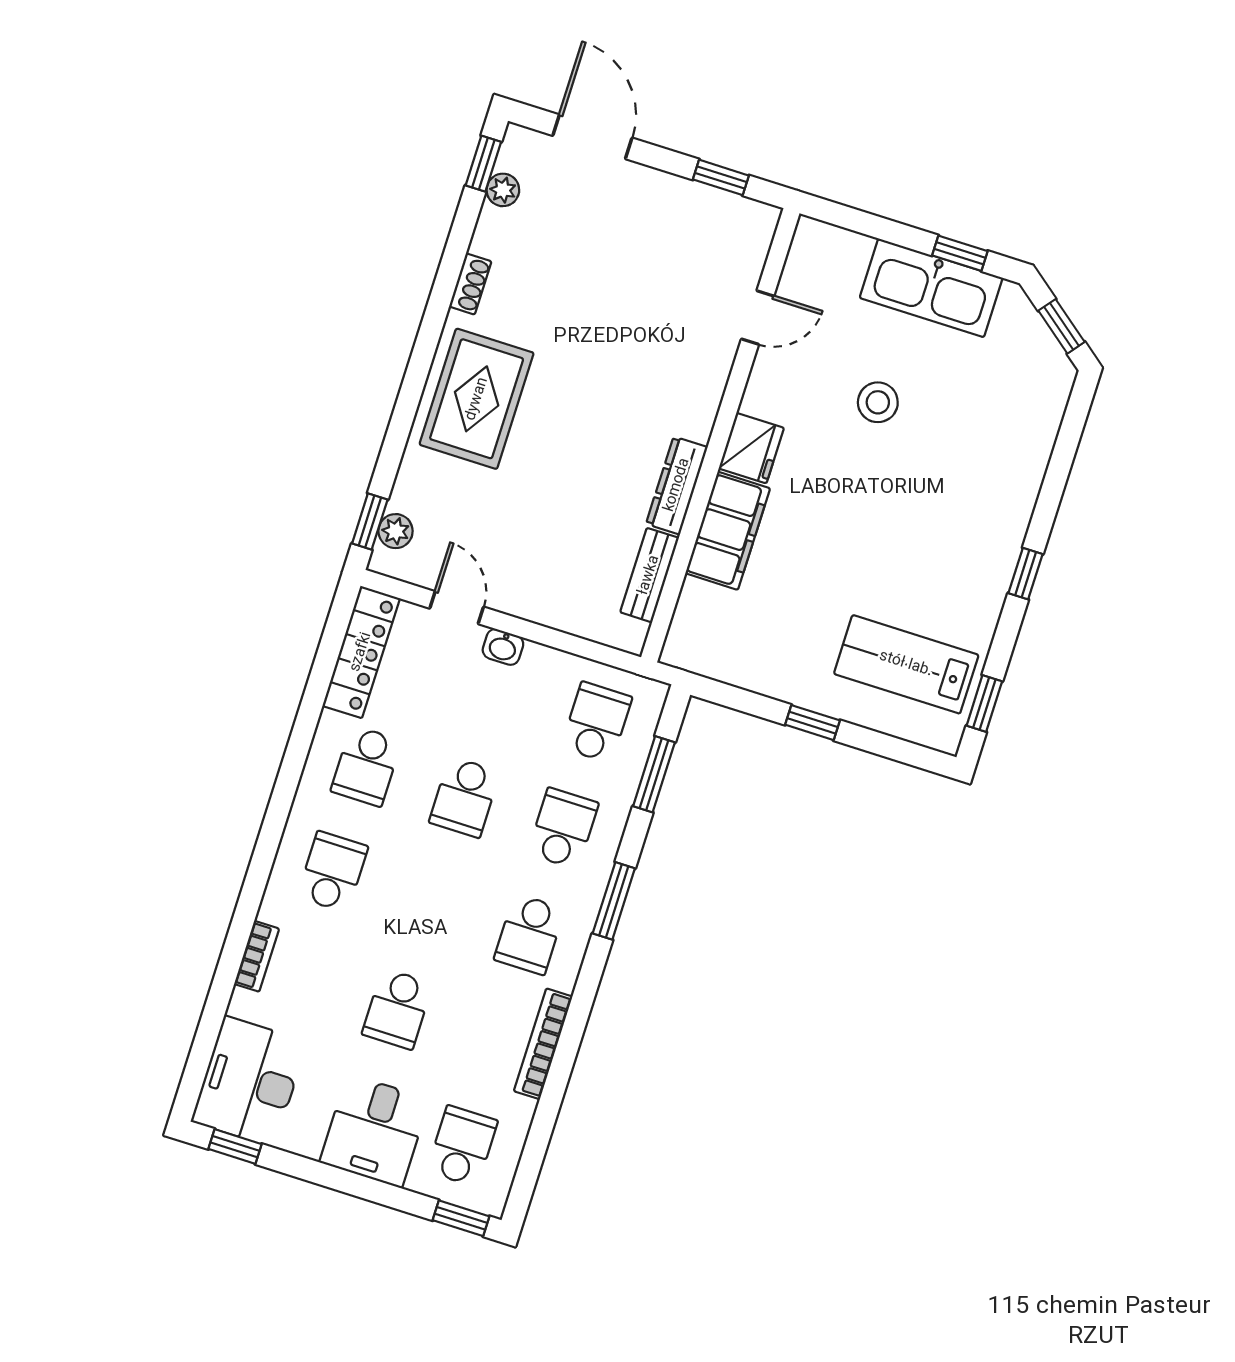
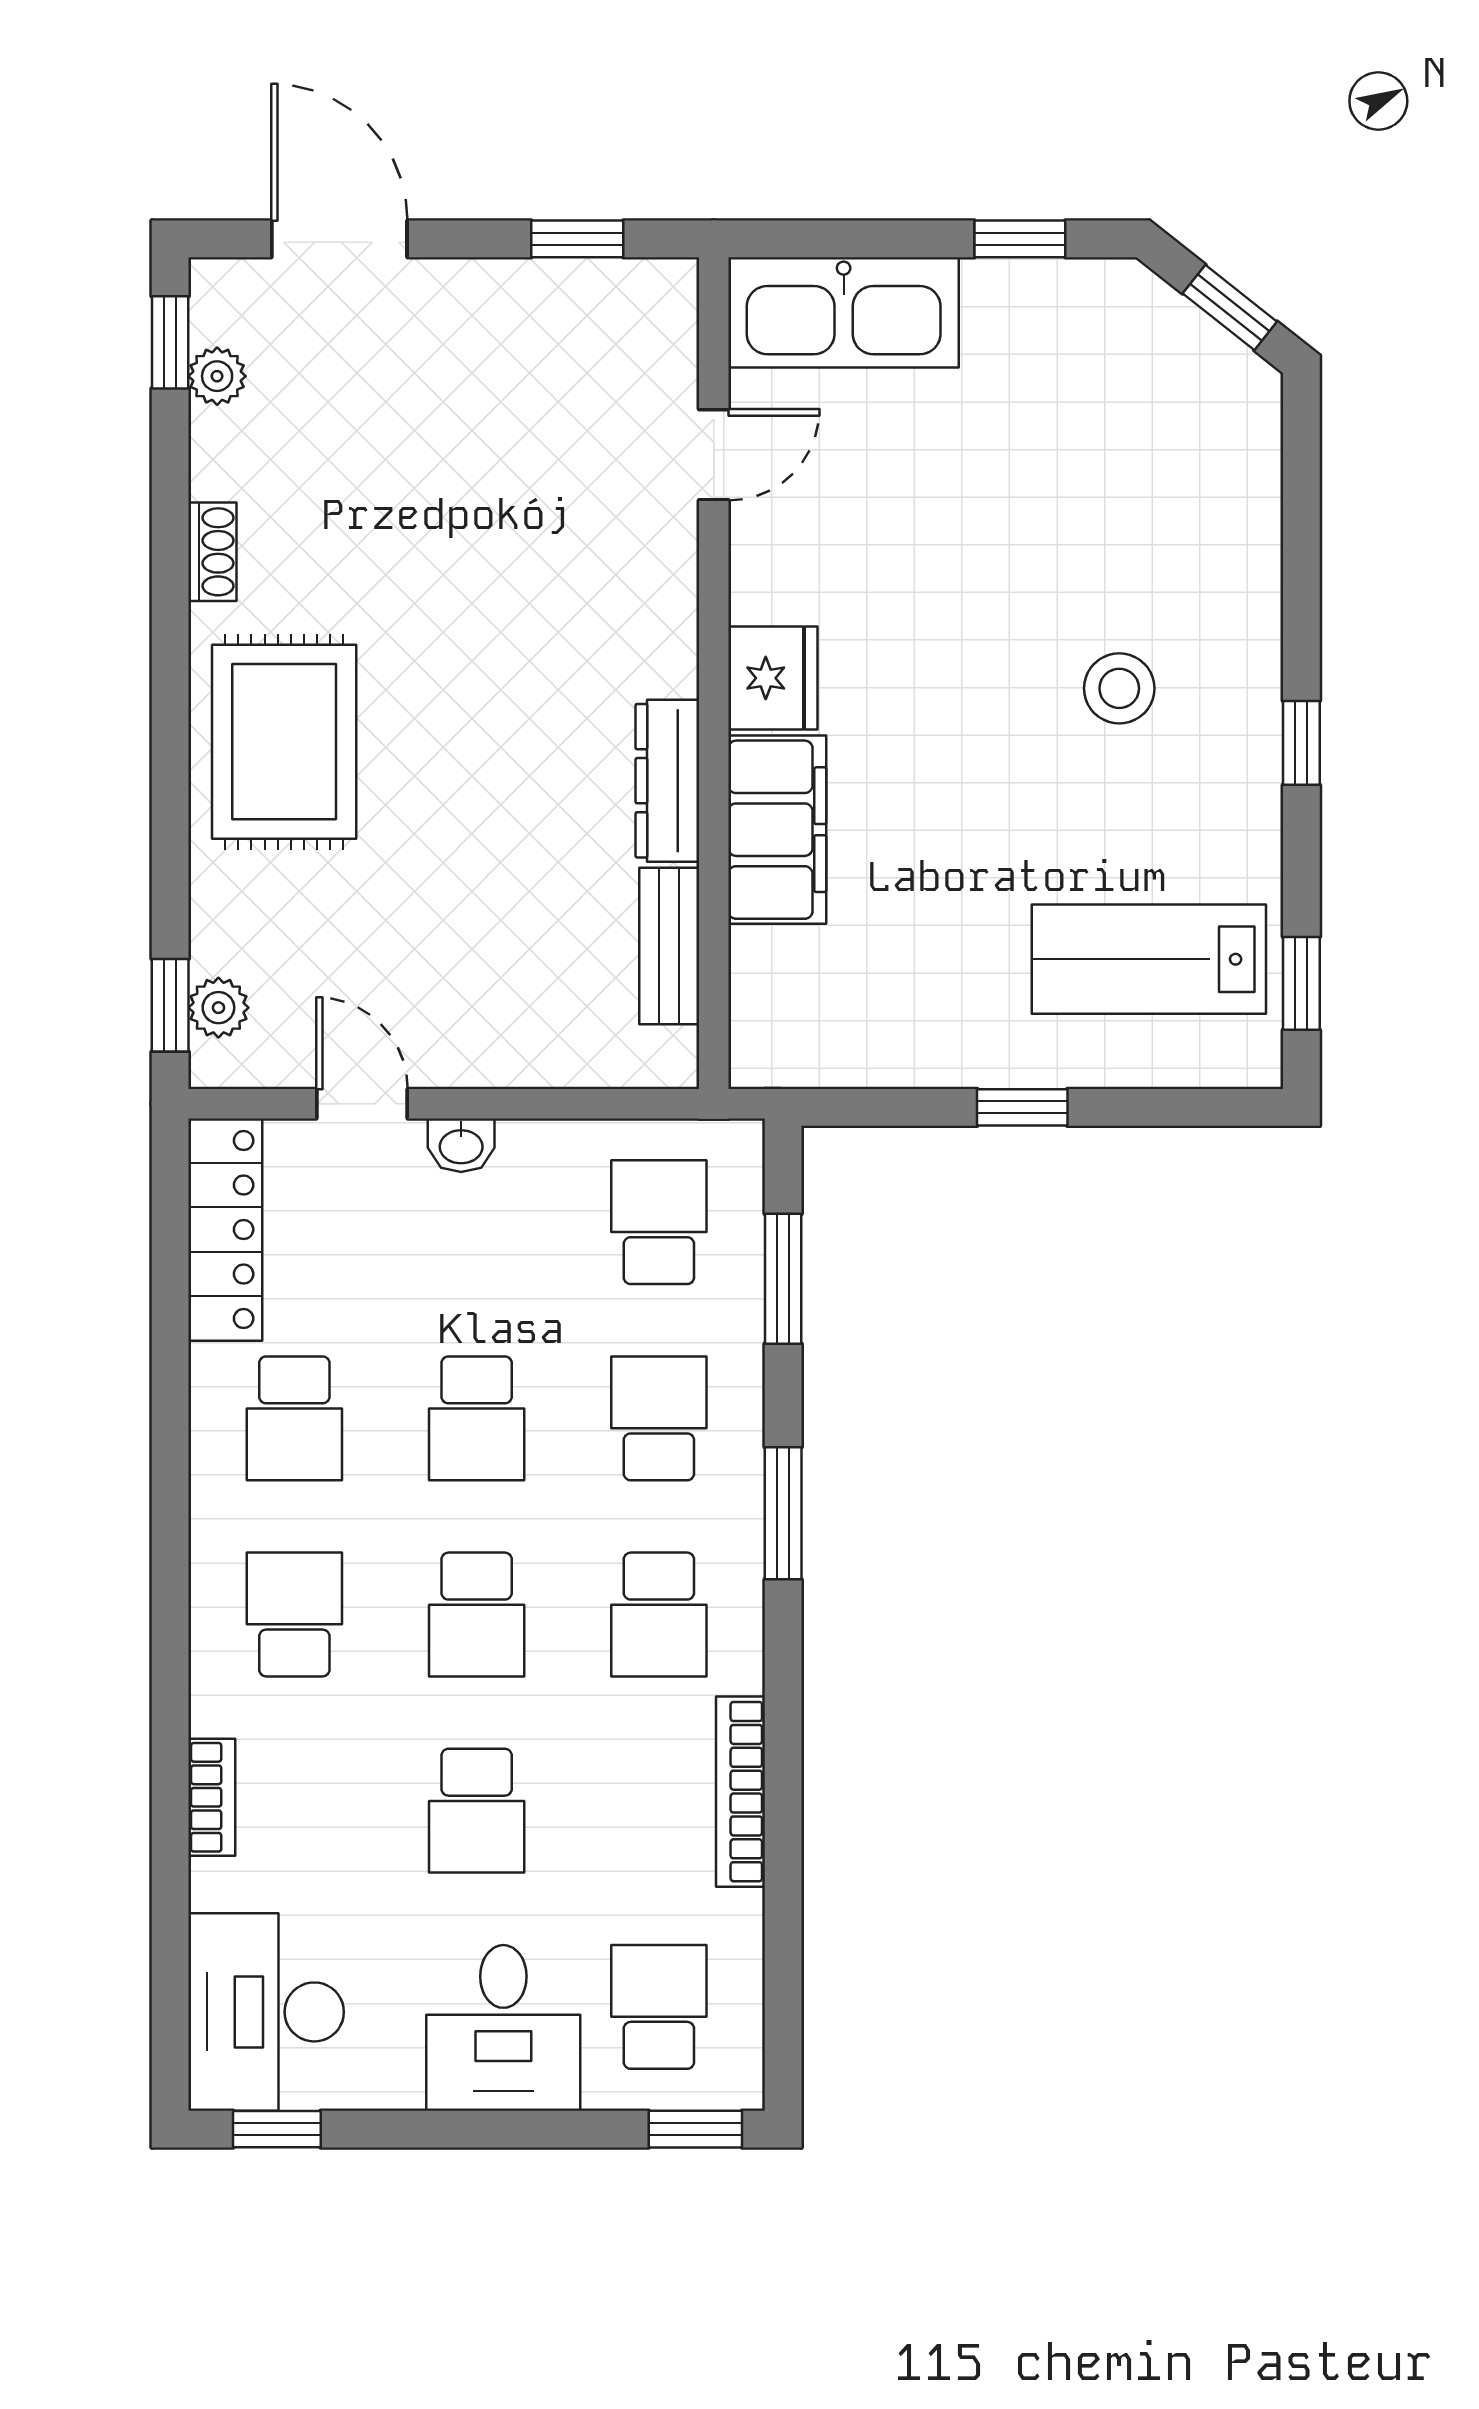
kitchen sink: (931, 288) -> (844, 312), moved
stool: (878, 402) -> (1119, 688), moved
school desk: (431, 903) -> (477, 1615), added

